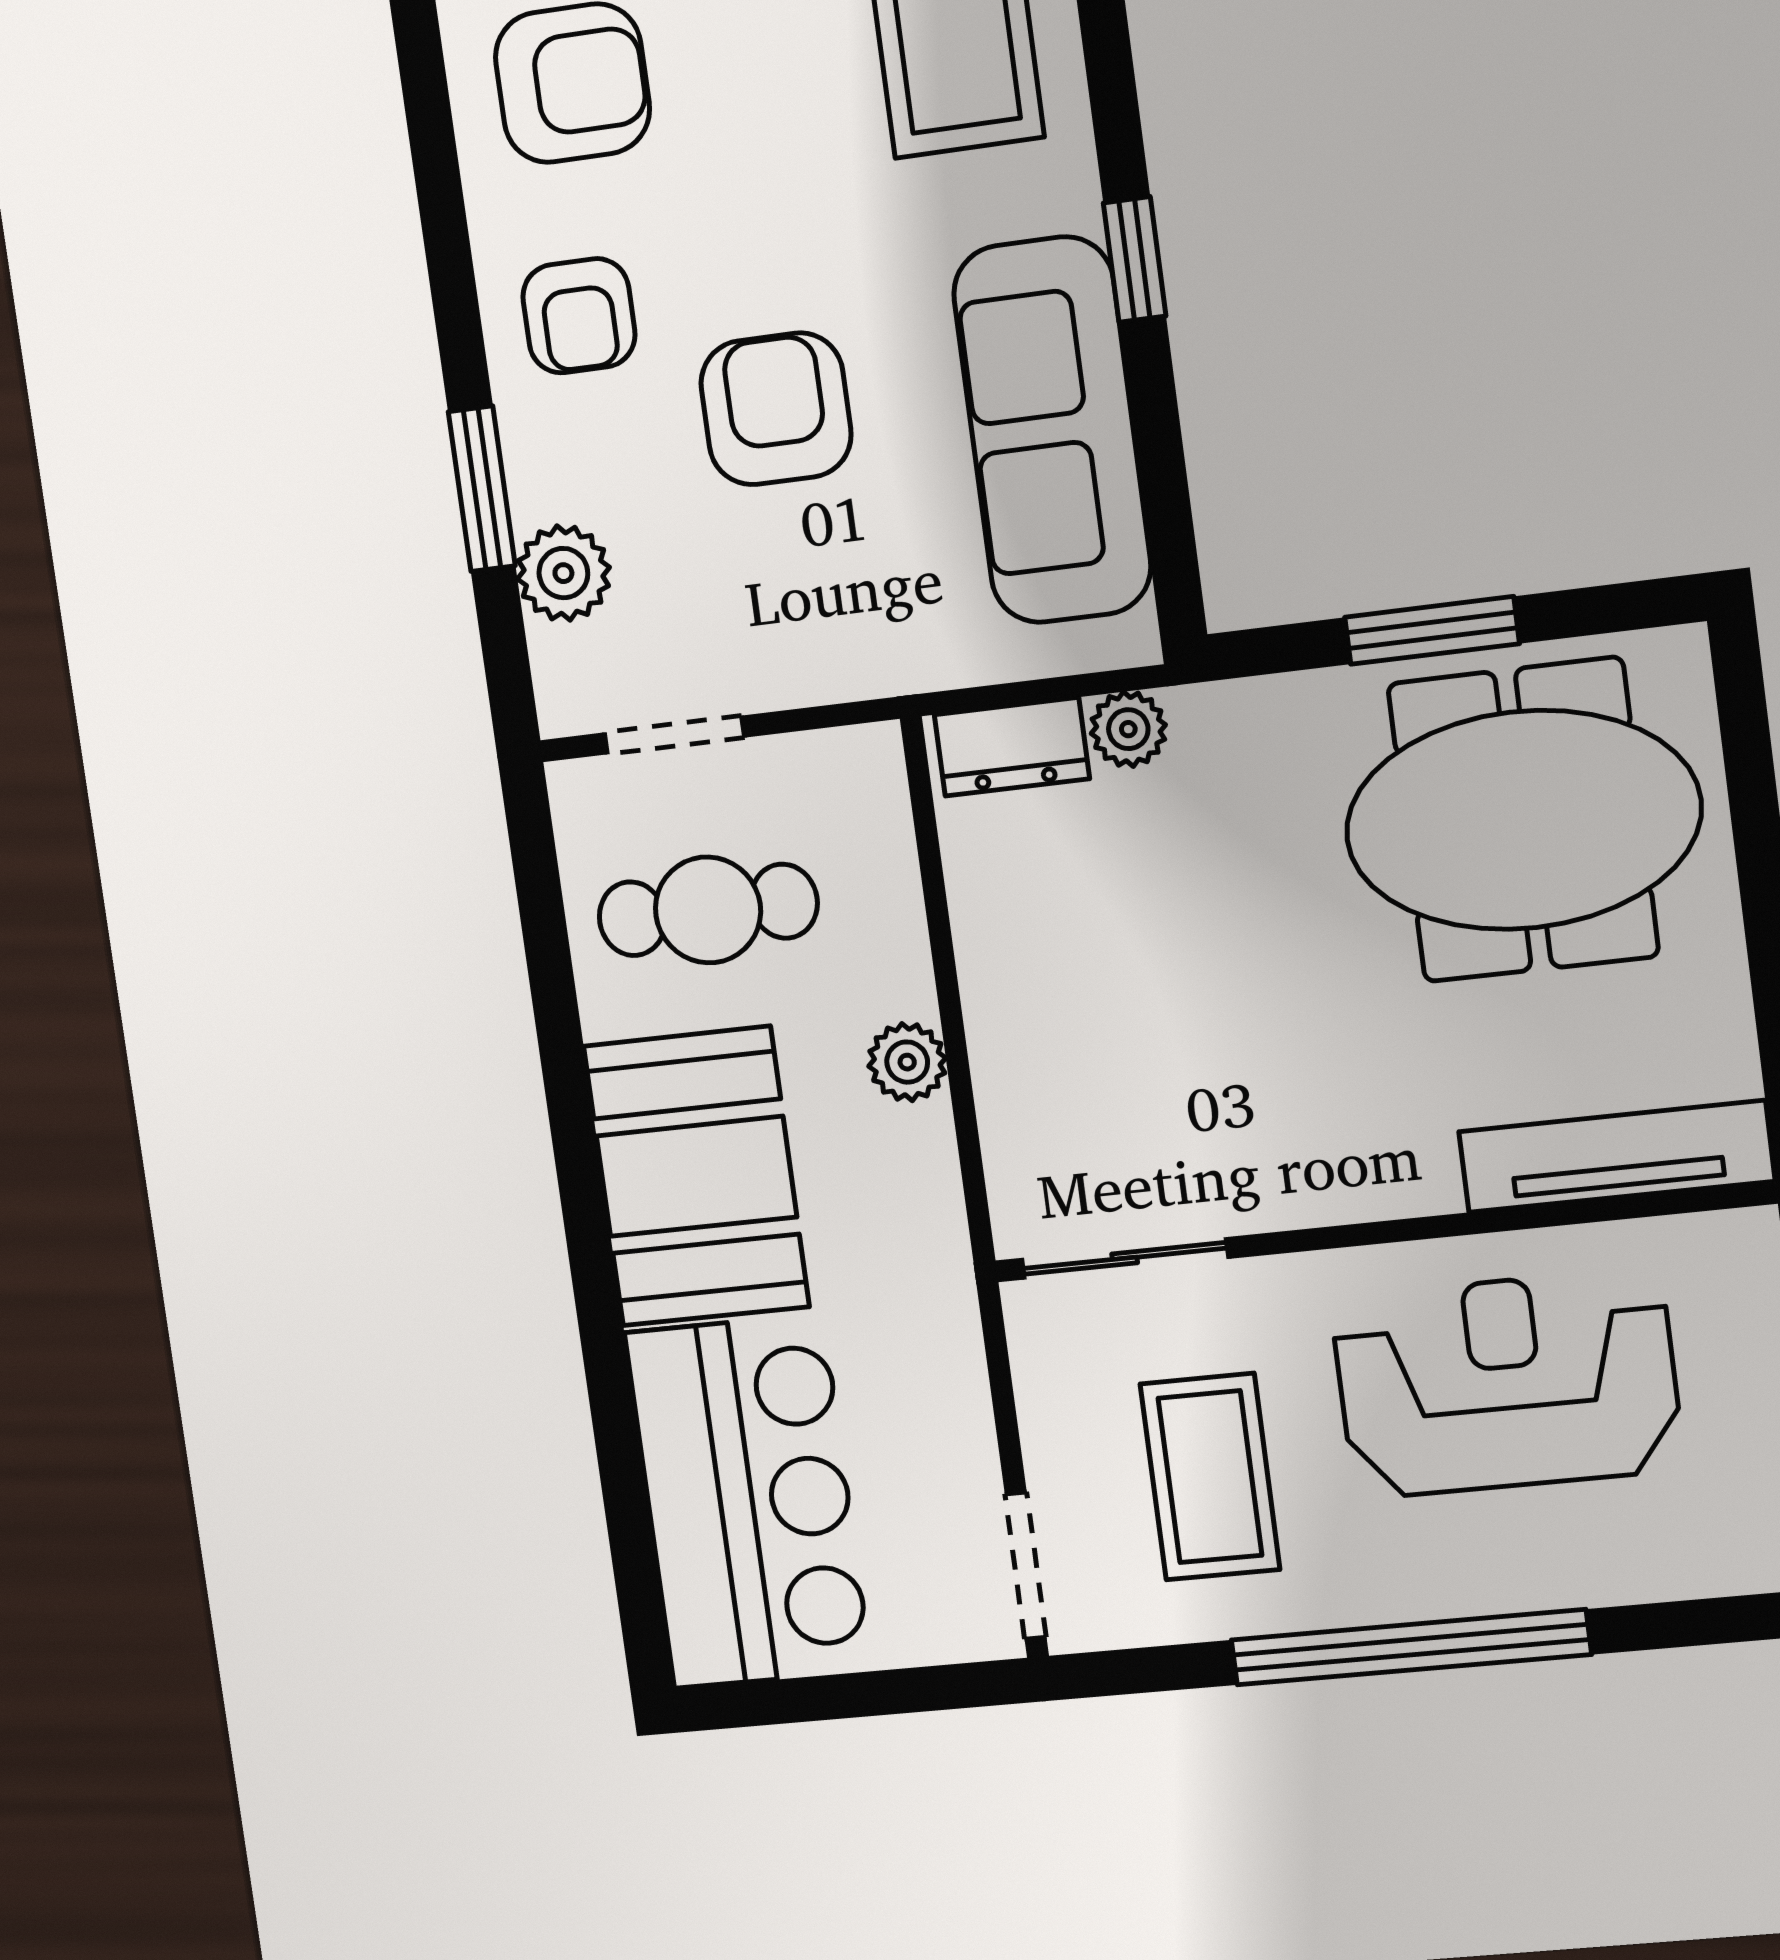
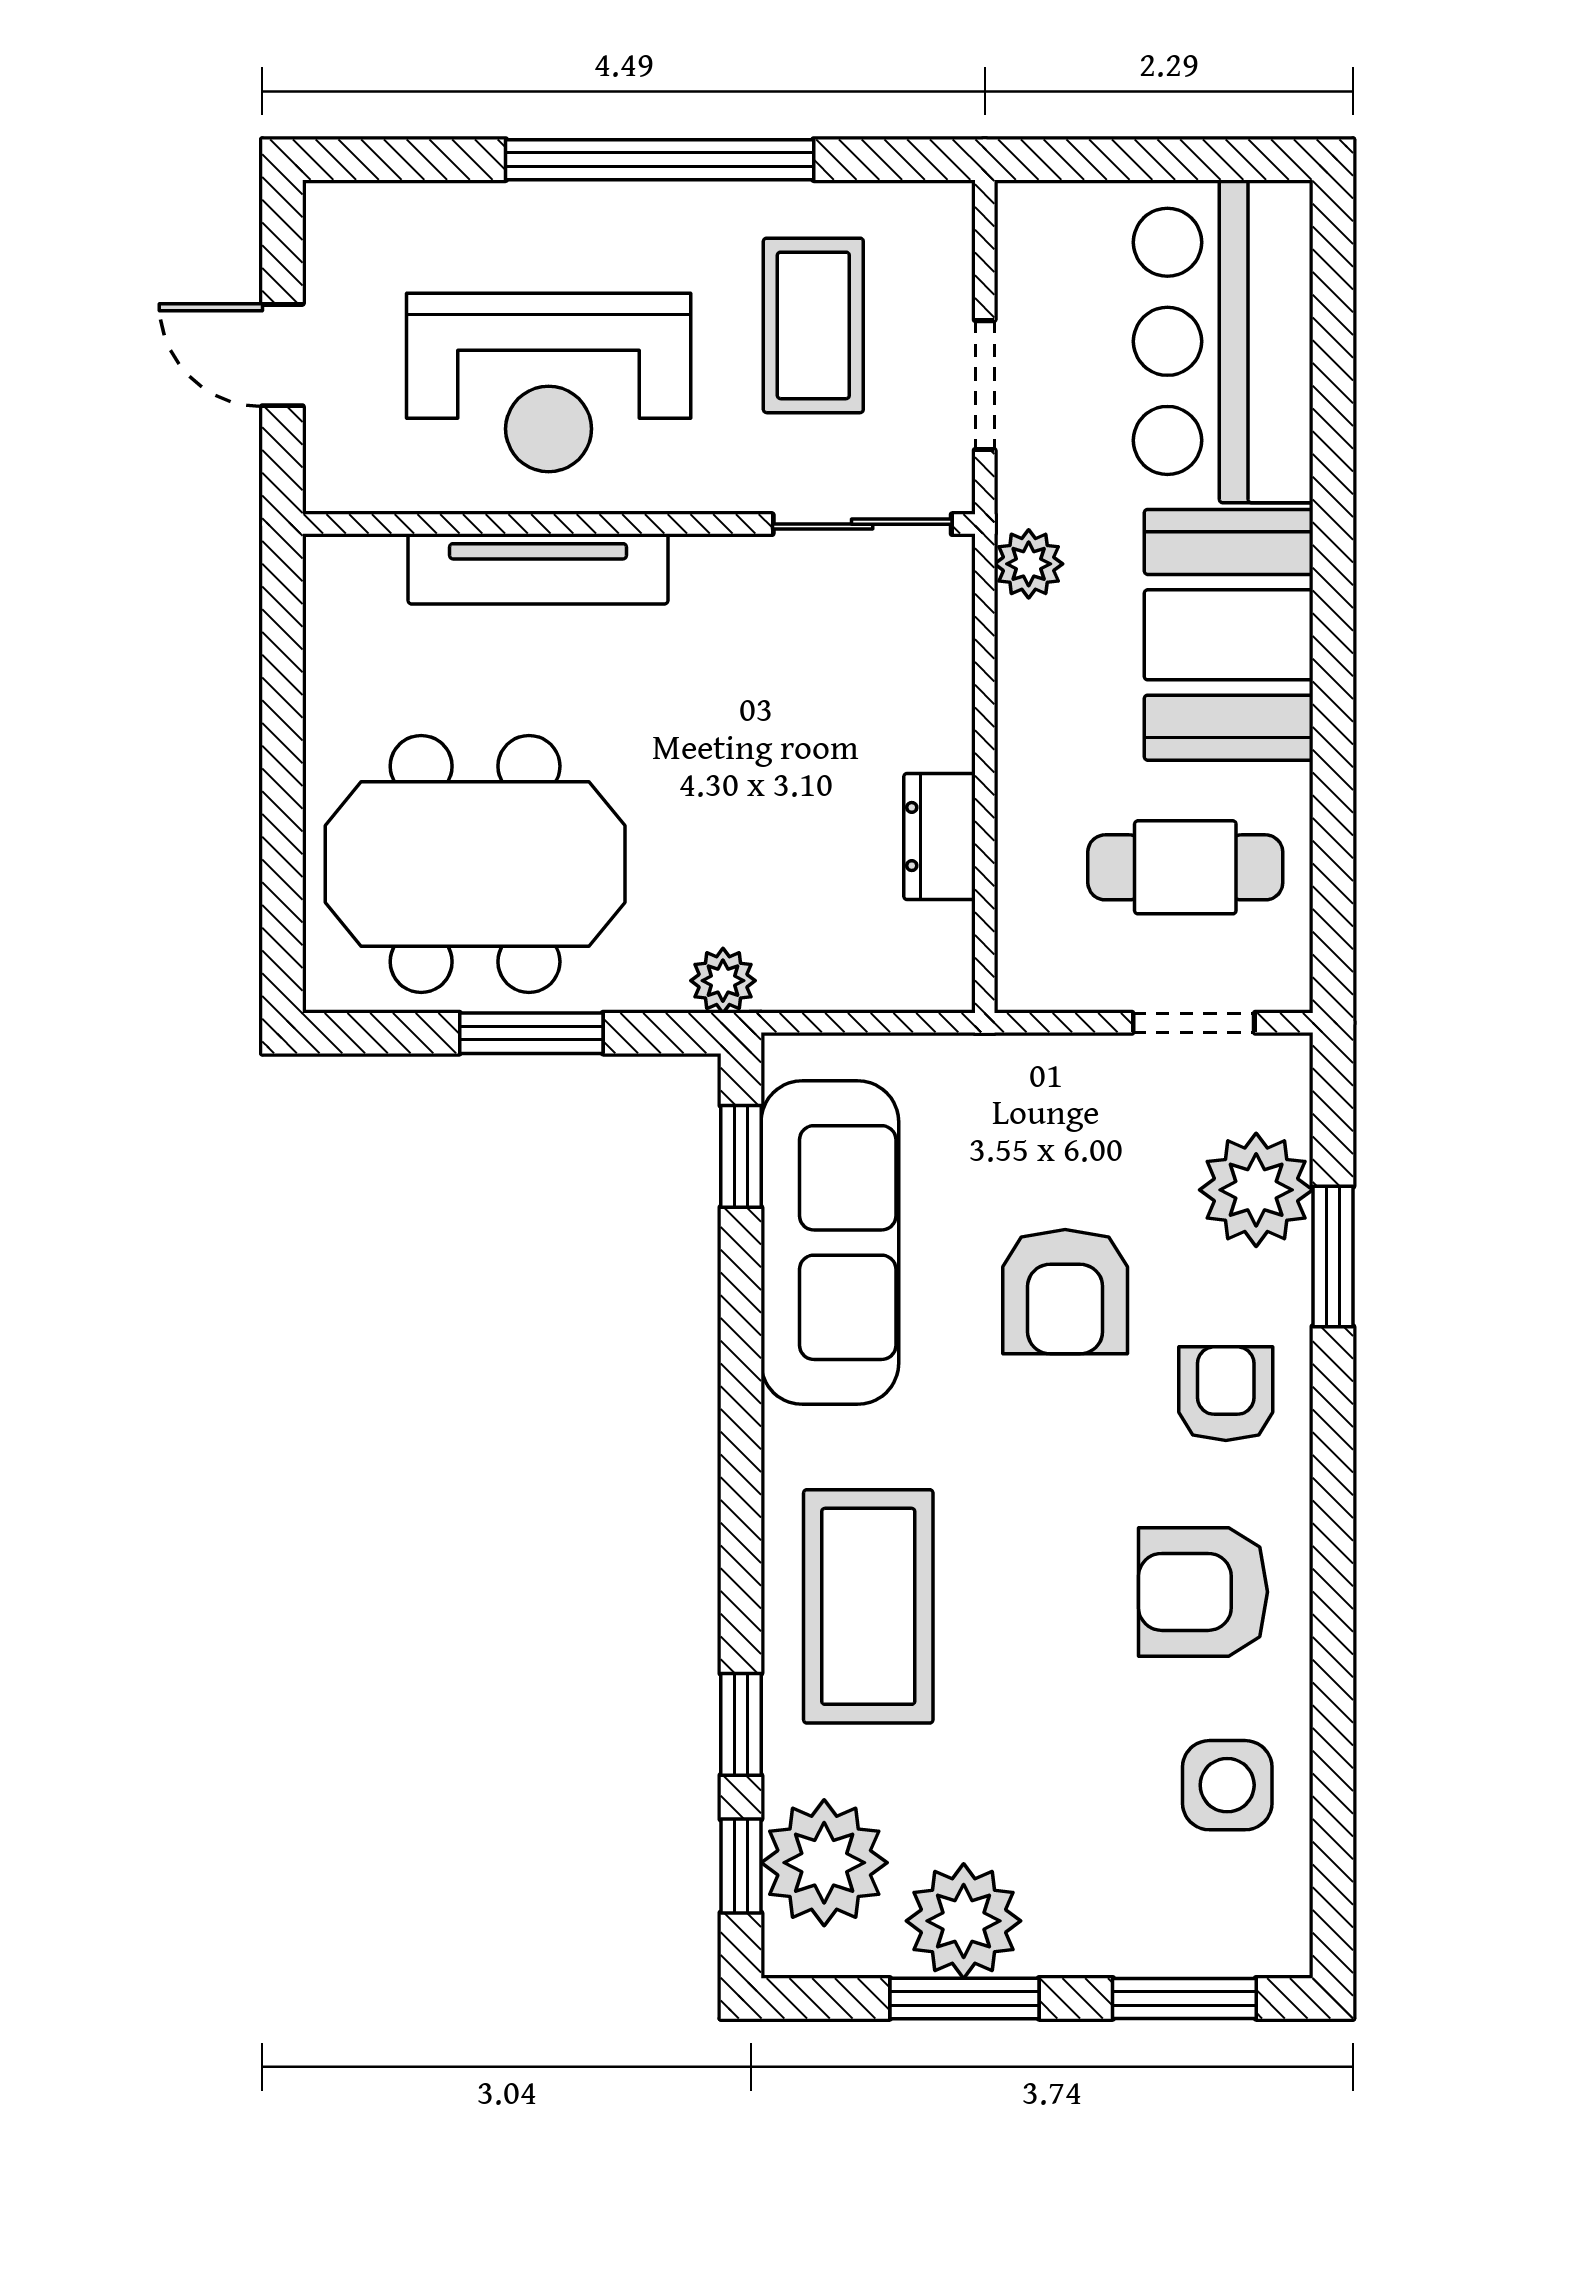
window: (1135, 259) -> (741, 1156), moved
plant: (563, 573) -> (1256, 1190), width x1.36, depth x1.36
plant: (1128, 729) -> (723, 981), moved
dresser: (1012, 747) -> (939, 837), moved, turned -90
plant: (907, 1062) -> (1029, 564), moved
tv unit: (1616, 1156) -> (538, 569), moved
doorway: (1026, 1566) -> (985, 385), moved

